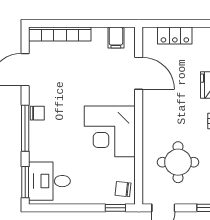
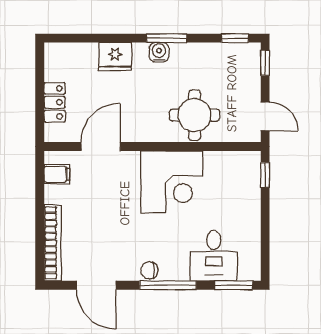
chair: (37, 113) -> (149, 270), turned -90
round table: (178, 162) -> (194, 115), moved
desk: (49, 181) -> (214, 256), moved
chair: (123, 189) -> (242, 166), removed

